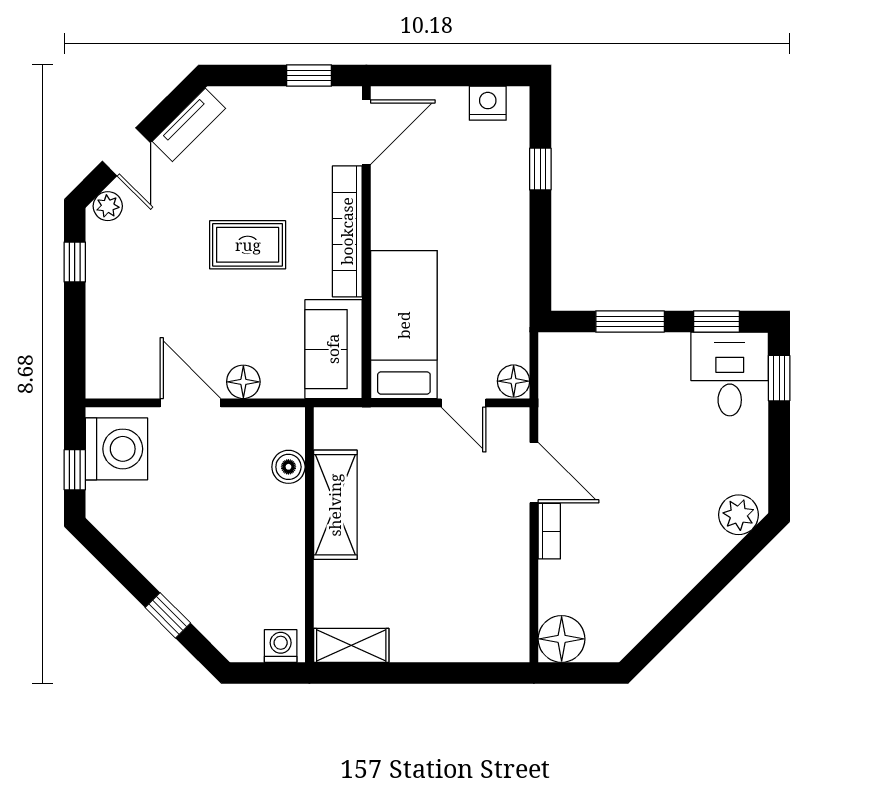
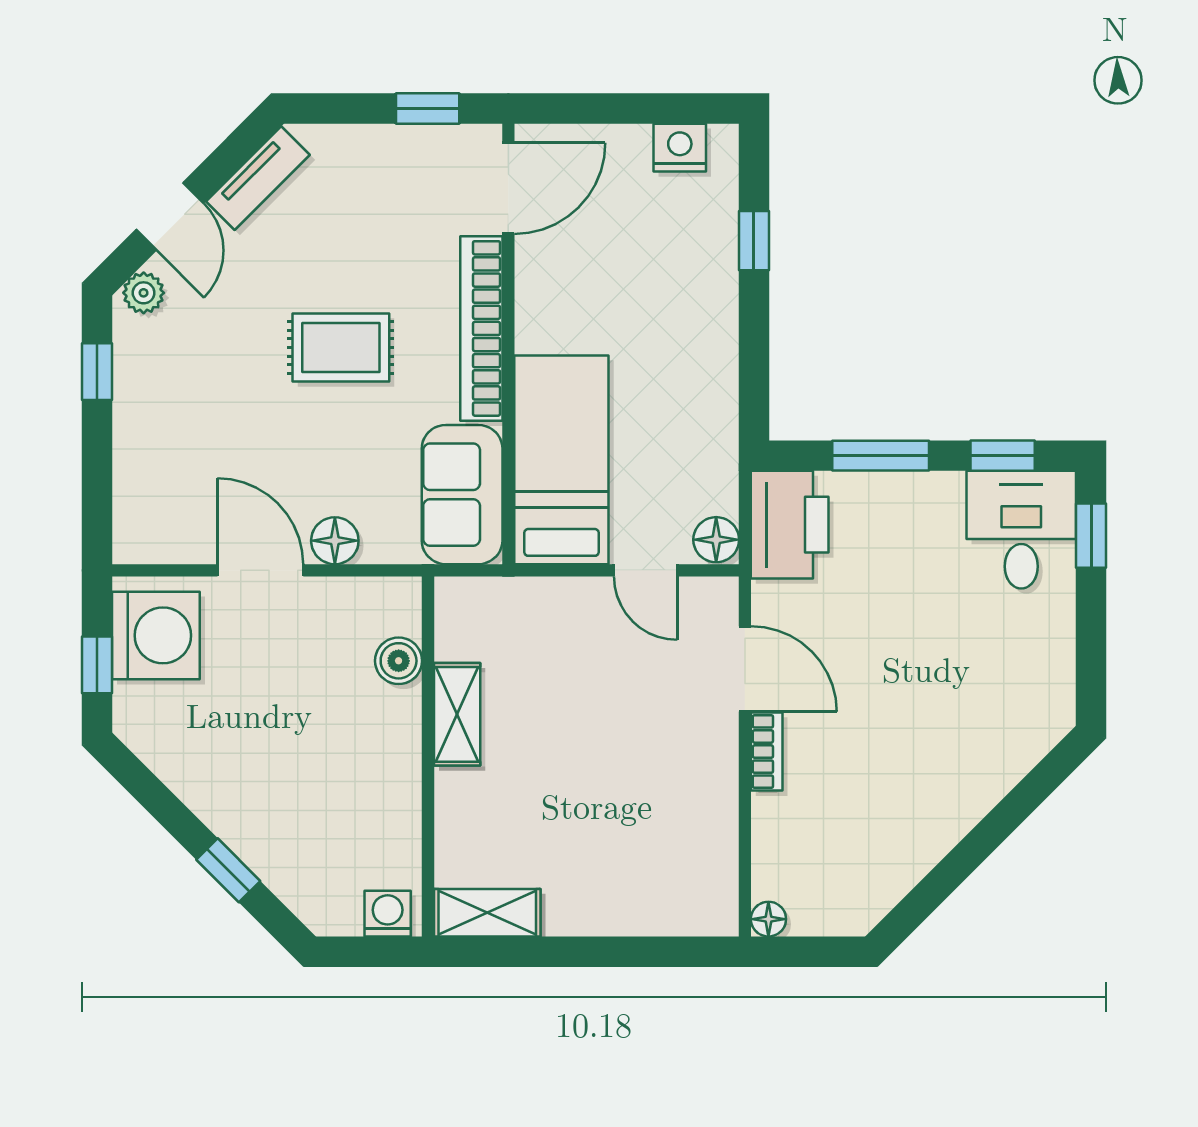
printer: (566, 370) -> (790, 525), added
shelving: (335, 505) -> (457, 714), width x0.67, depth x0.75
plant: (739, 515) -> (1034, 728), removed
floor lamp: (562, 639) -> (768, 919), width x0.53, depth x0.53

